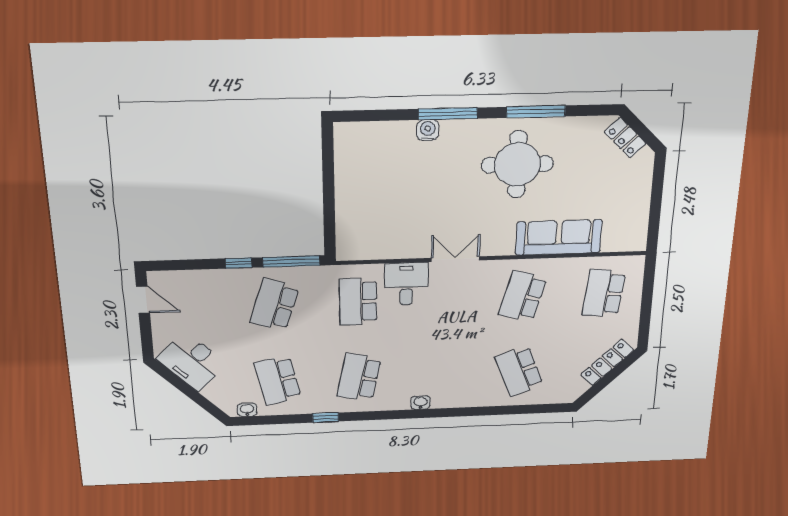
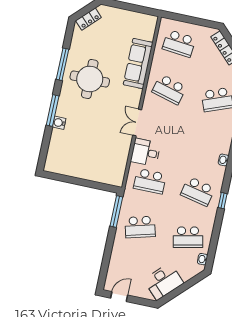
window: (239, 263) -> (110, 240), removed
school desk: (275, 305) -> (140, 227), turned -33
window: (326, 418) -> (223, 201), moved

